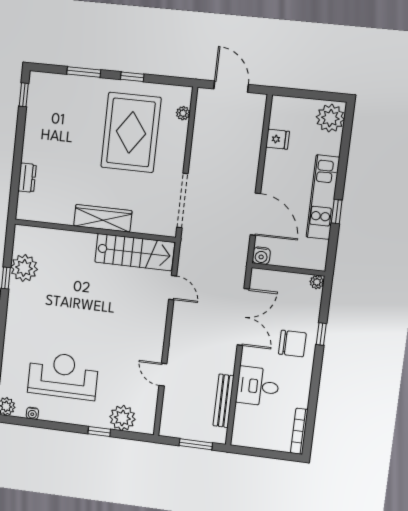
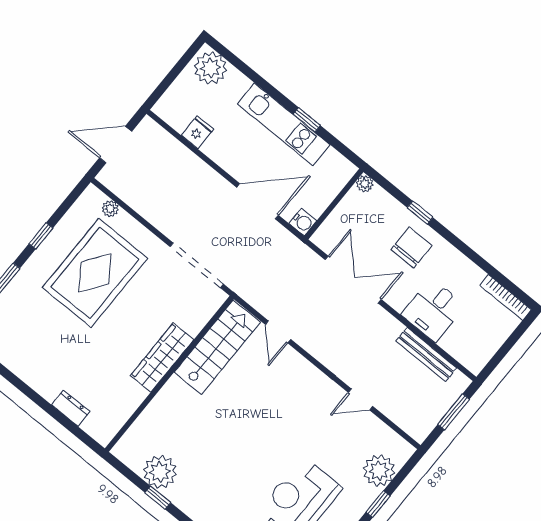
rug: (131, 132) -> (95, 273), turned 90
door: (173, 288) -> (278, 332), swing flipped

